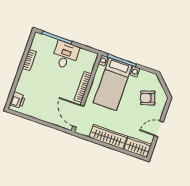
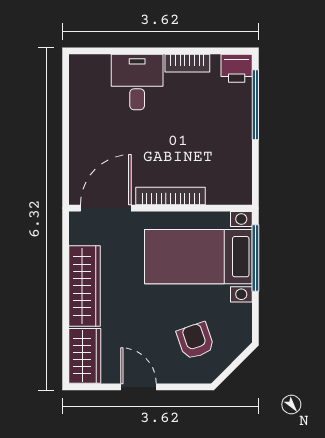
desk: (65, 55) -> (137, 82), moved, turned -90
printer: (17, 100) -> (237, 68), moved

